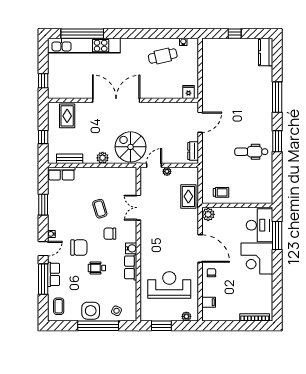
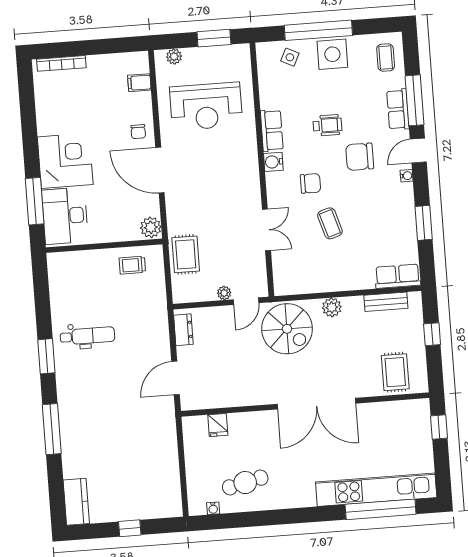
fridge: (189, 92) -> (218, 425), moved

